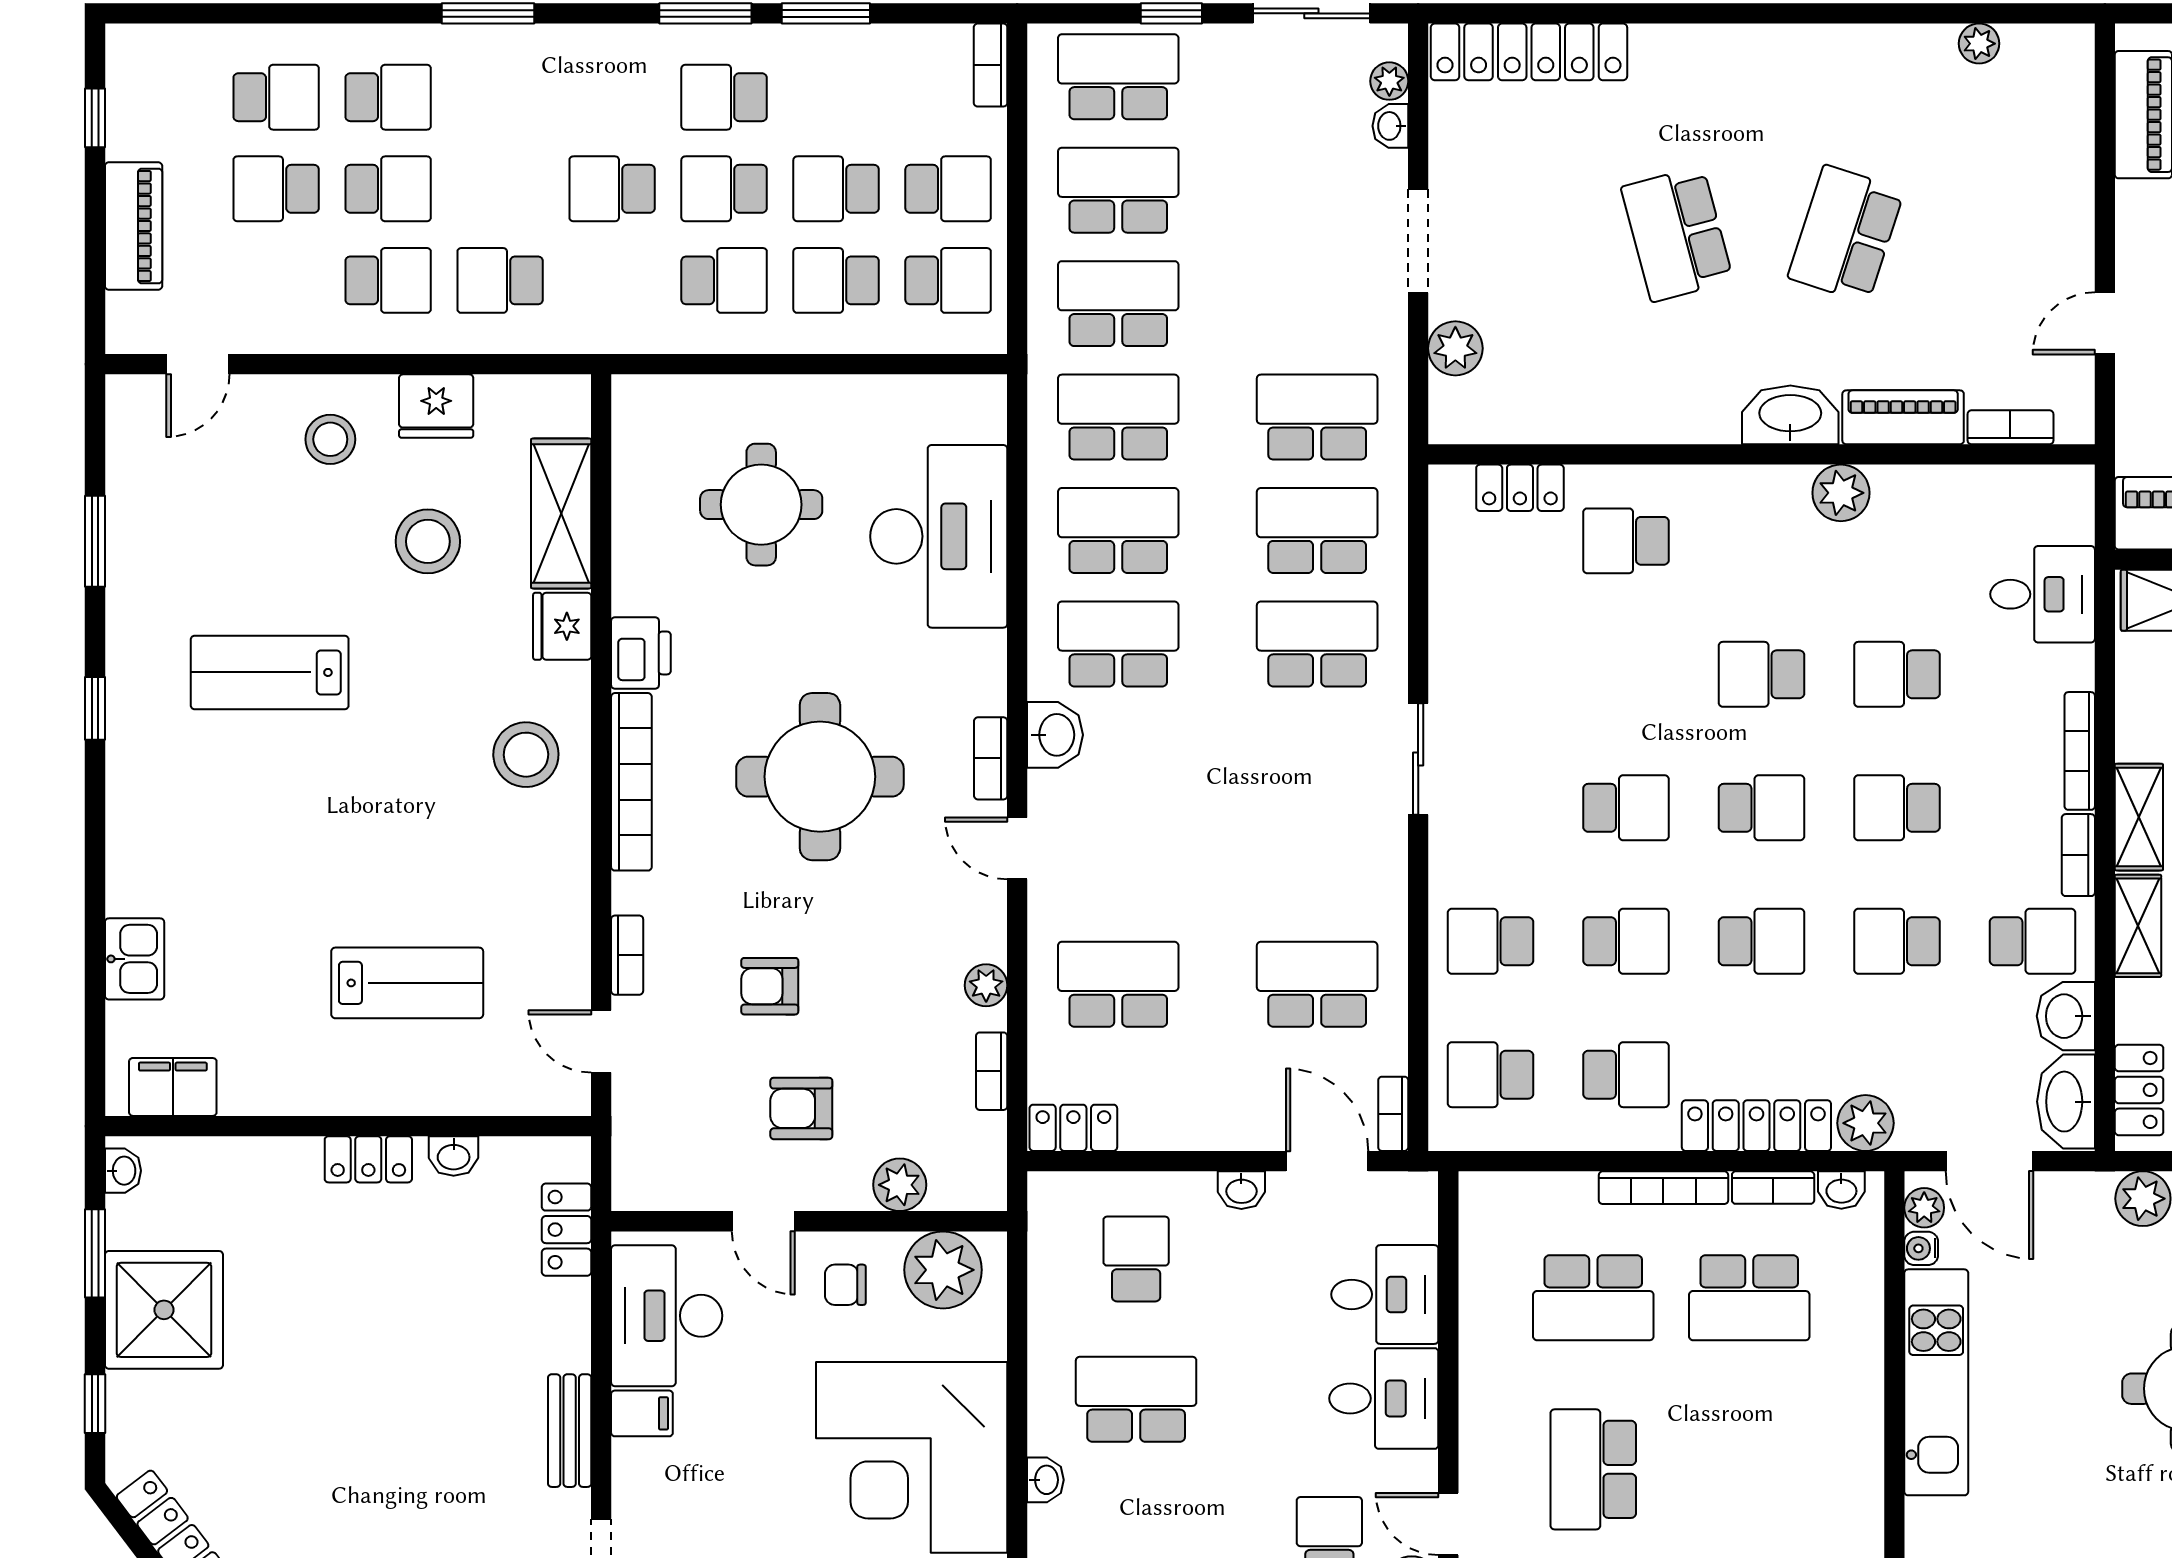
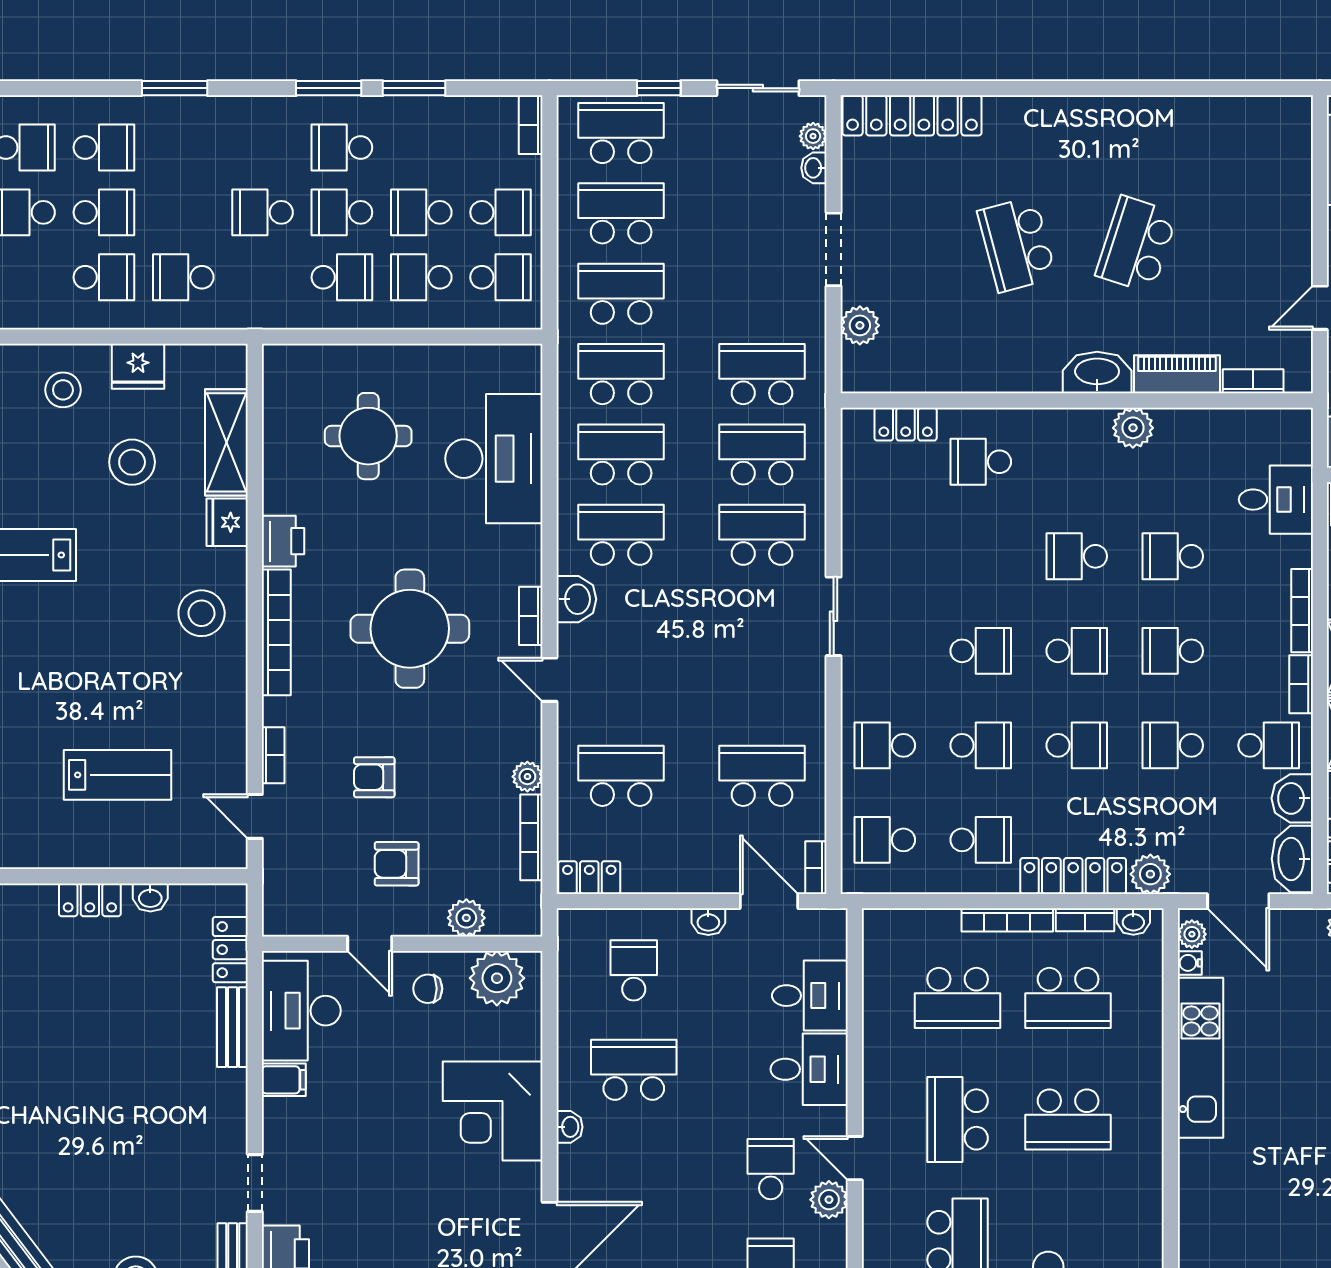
plant: (1979, 44) -> (1231, 109), removed
bookcase: (992, 1071) -> (531, 837), width x1.56
bench: (570, 1431) -> (232, 1027), moved
corner desk: (912, 1457) -> (493, 1111), width x0.74, depth x0.74
school desk: (1749, 1469) -> (1068, 1119), added

